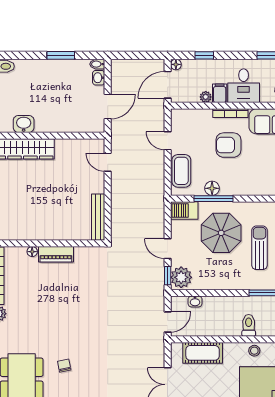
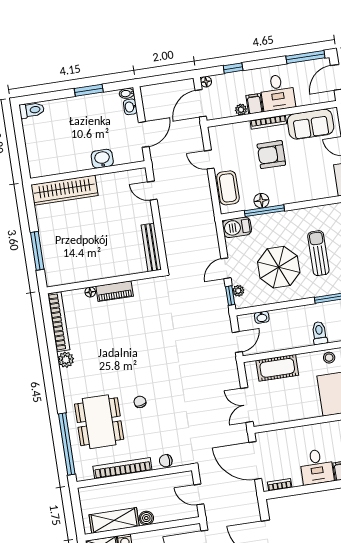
washbasin: (24, 124) -> (102, 159), moved
parasol: (221, 233) -> (279, 267), moved
door: (168, 249) -> (226, 268), hinge flipped
plant: (181, 277) -> (238, 291), width x0.53, depth x0.53

